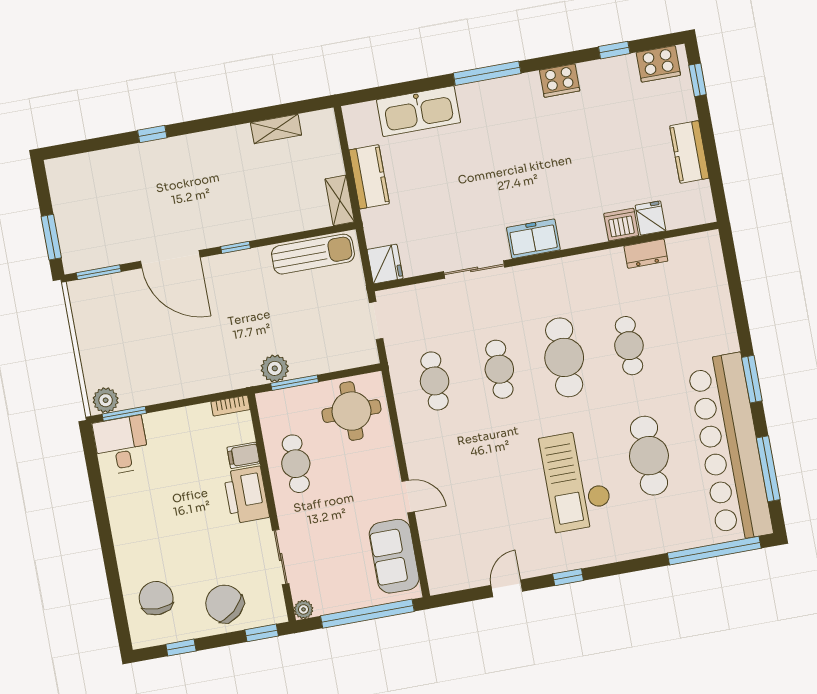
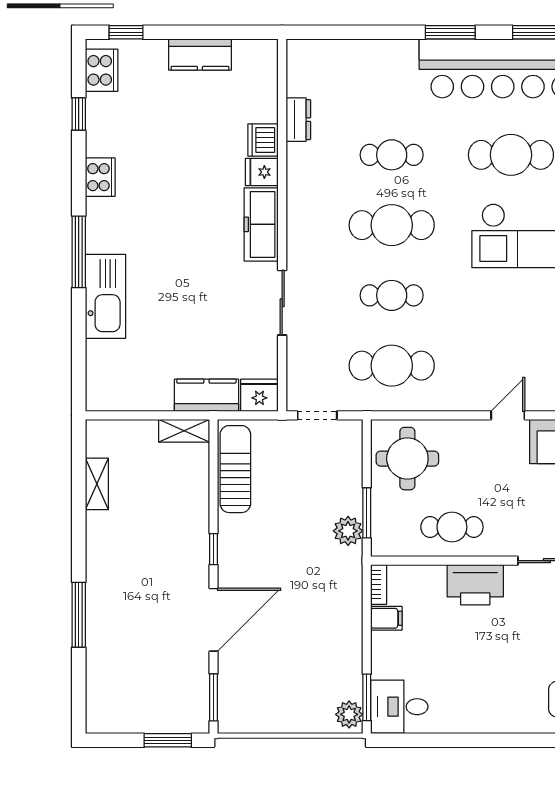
kitchen sink: (419, 111) -> (105, 296), moved
window: (152, 134) -> (79, 615), width x2.17
kitchen counter: (369, 177) -> (206, 395), moved
fridge: (650, 218) -> (262, 172), moved
freezer: (533, 239) -> (261, 224), width x1.40
cafe table: (435, 381) -> (392, 366), width x1.37, depth x1.35
filing cabinet: (243, 455) -> (386, 618), moved, turned -90

